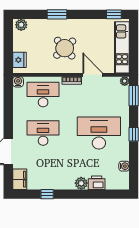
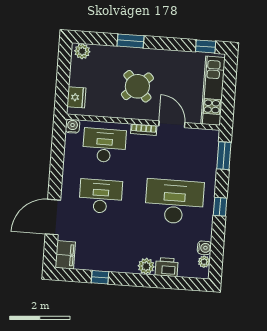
plant: (125, 81) -> (204, 262), moved

